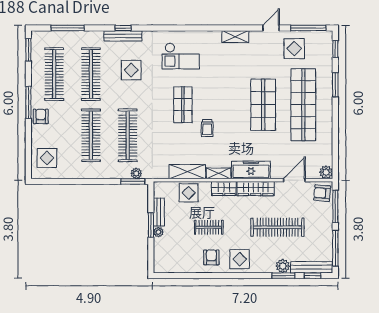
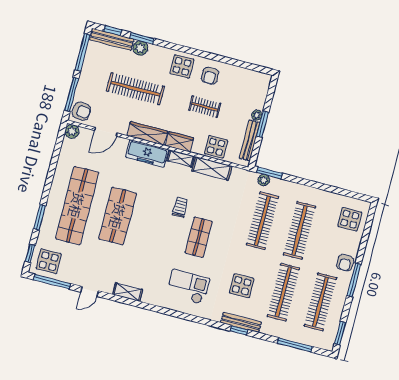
display table: (294, 49) -> (49, 261), moved
bench: (159, 212) -> (250, 140), width x1.36

